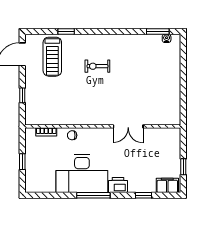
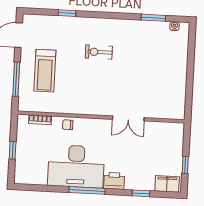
window: (158, 32) -> (153, 18), moved
treadmill: (52, 57) -> (45, 71), moved
window: (22, 95) -> (16, 79), width x2.17

